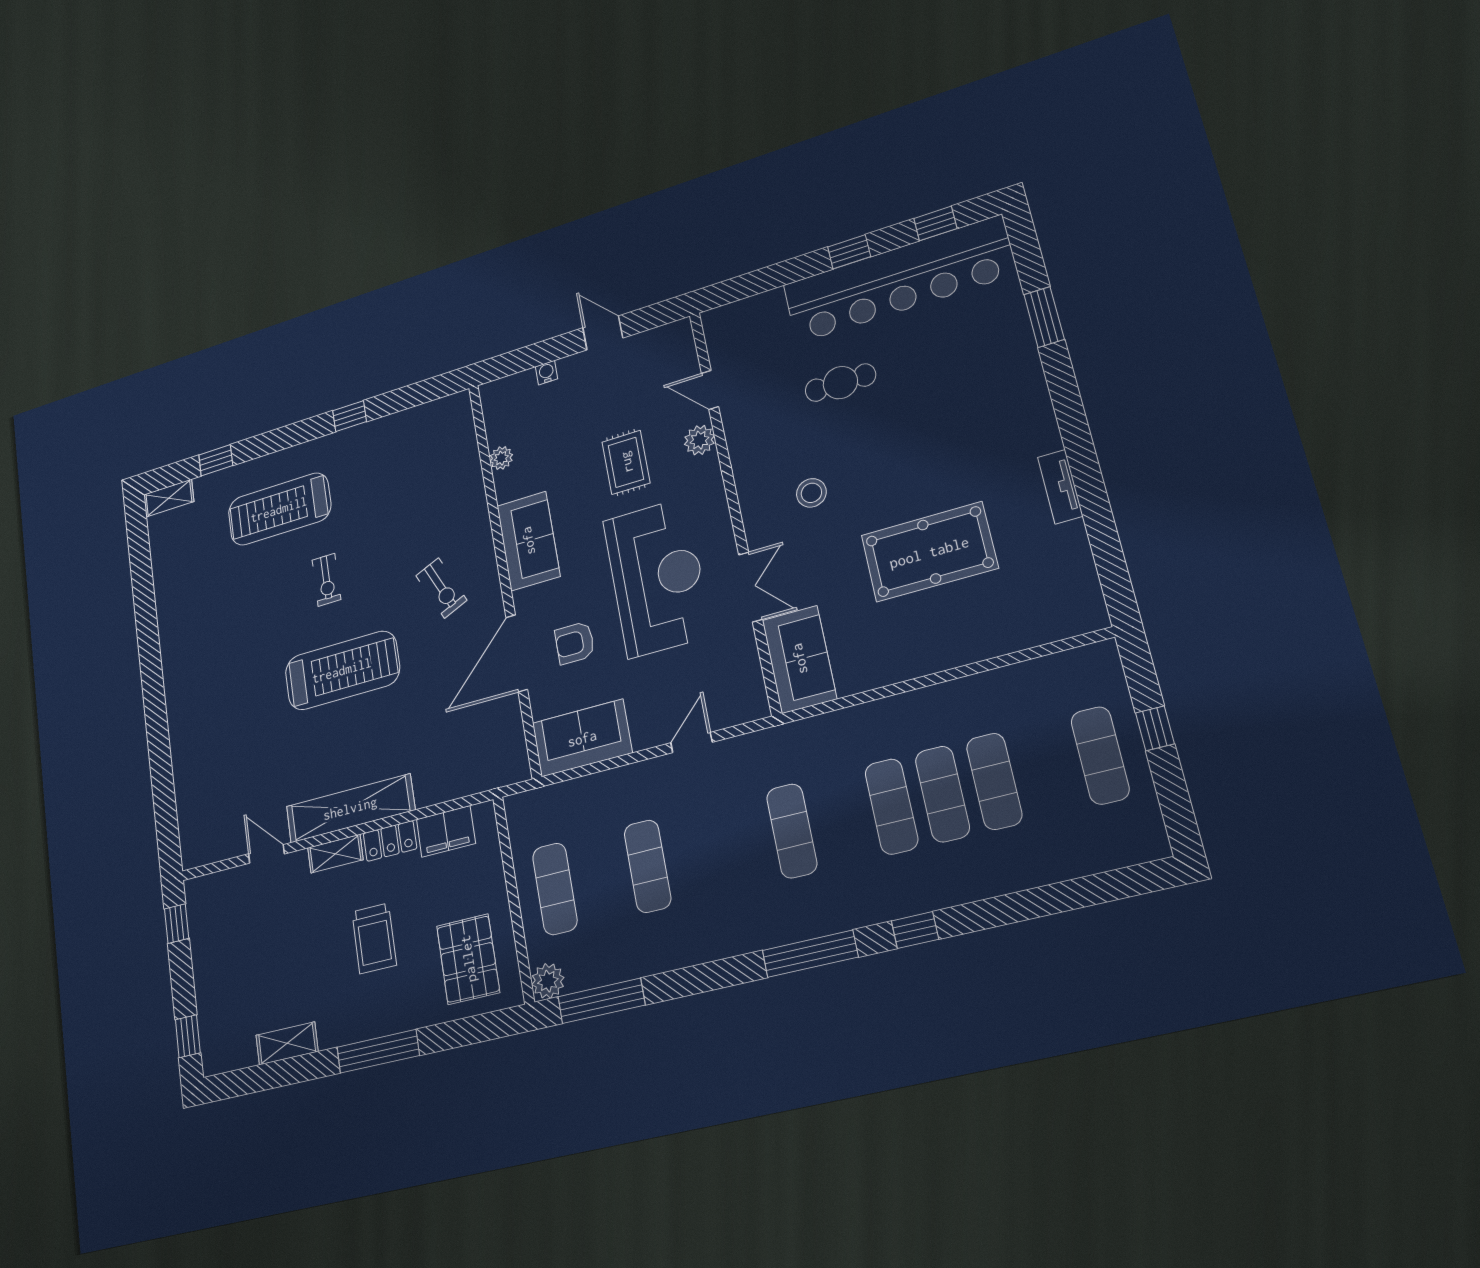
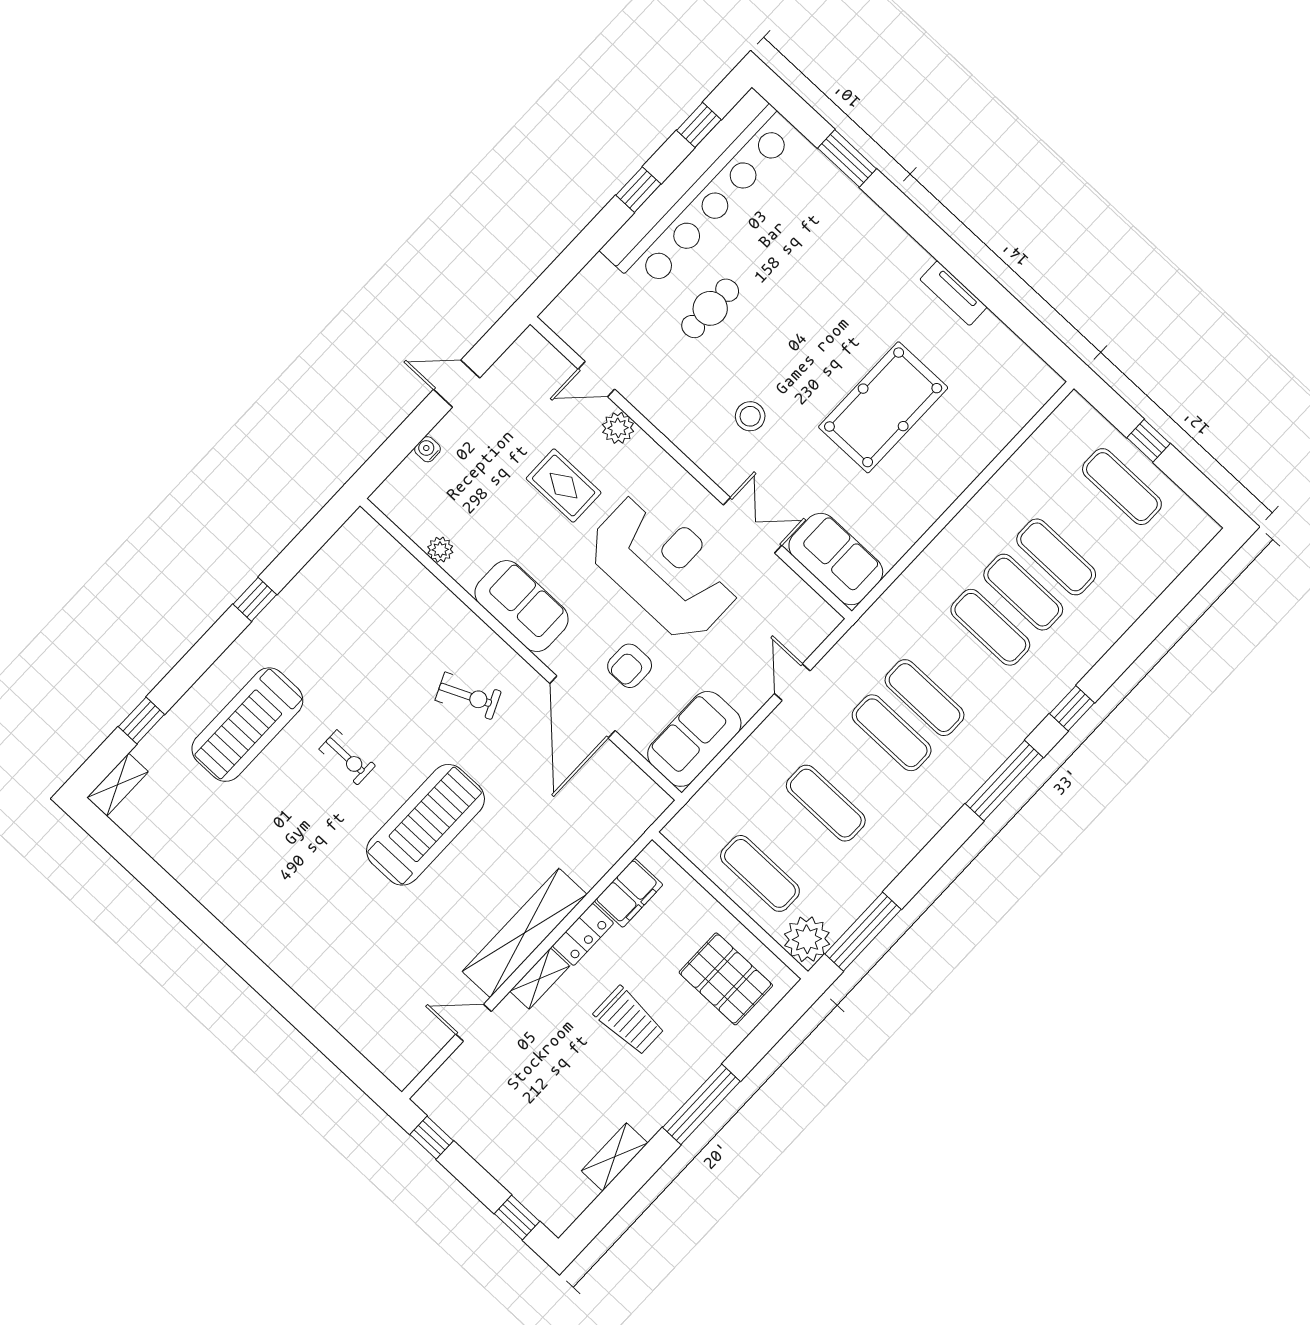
exercise mat: (743, 843) -> (892, 733), added
plant: (548, 981) -> (807, 939), width x1.36, depth x1.36

